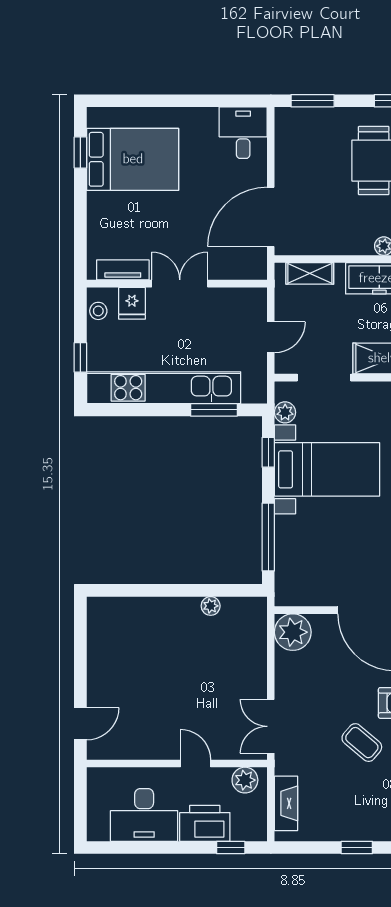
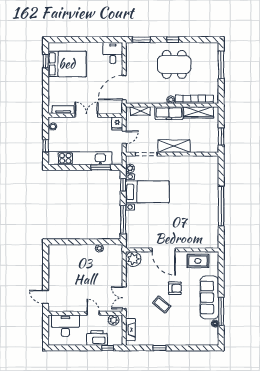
fridge: (132, 303) -> (117, 123), moved
door: (80, 724) -> (46, 297), swing flipped
desk: (144, 815) -> (65, 326), moved, turned 180

